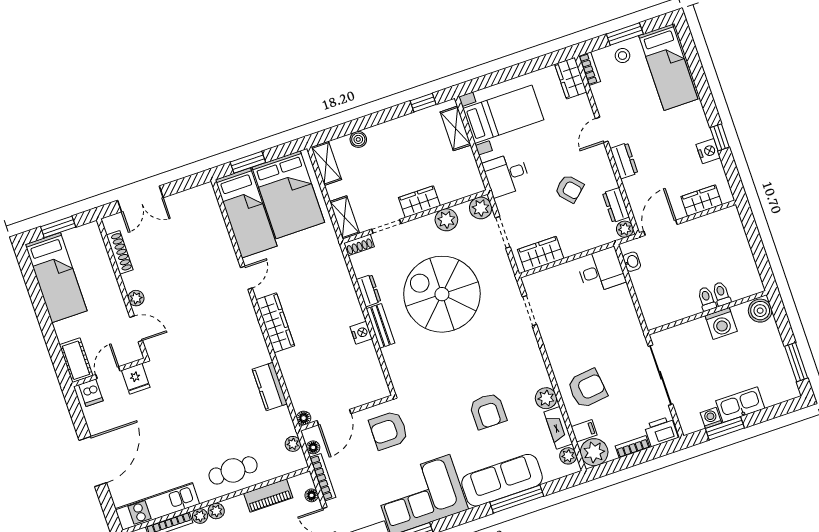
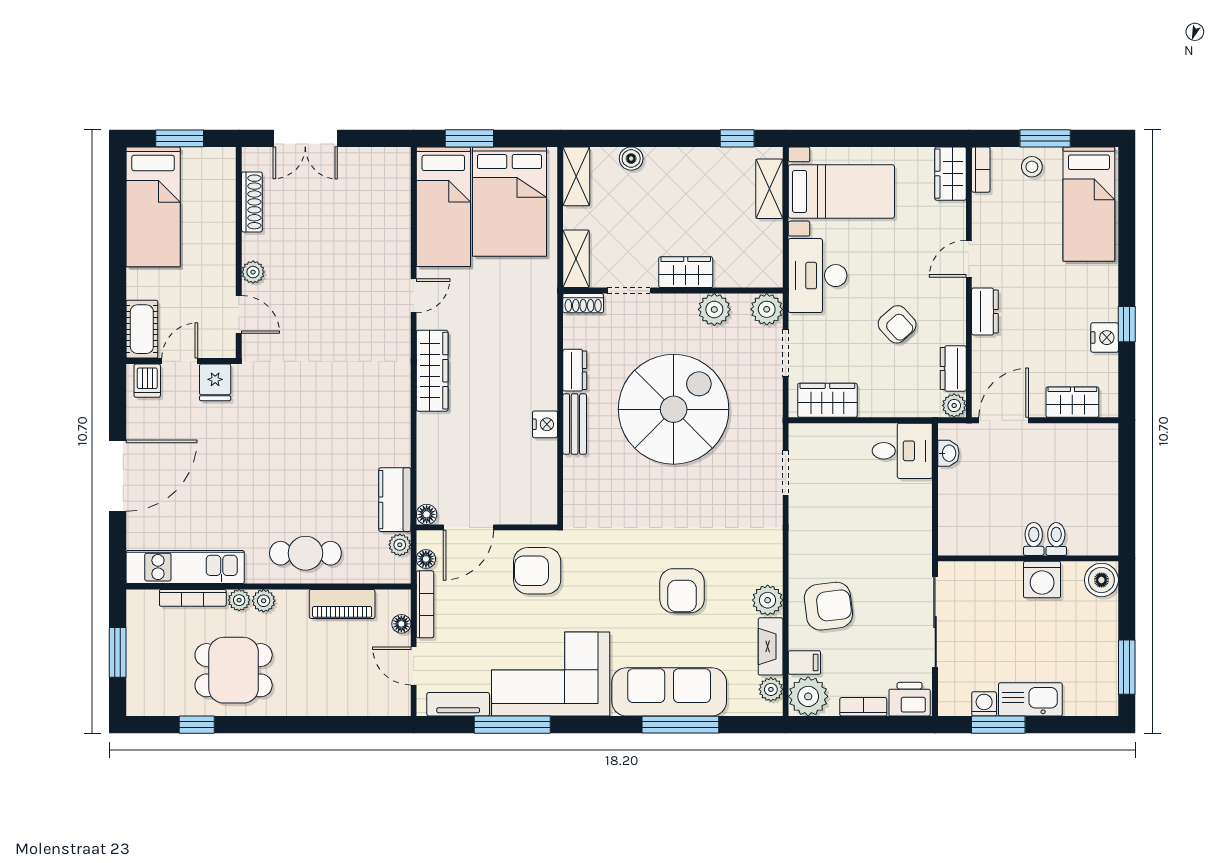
desk: (506, 174) -> (818, 276), width x1.37
spiral stairs: (442, 294) -> (674, 409), turned 90
kitchen counter: (270, 387) -> (395, 500), moved

